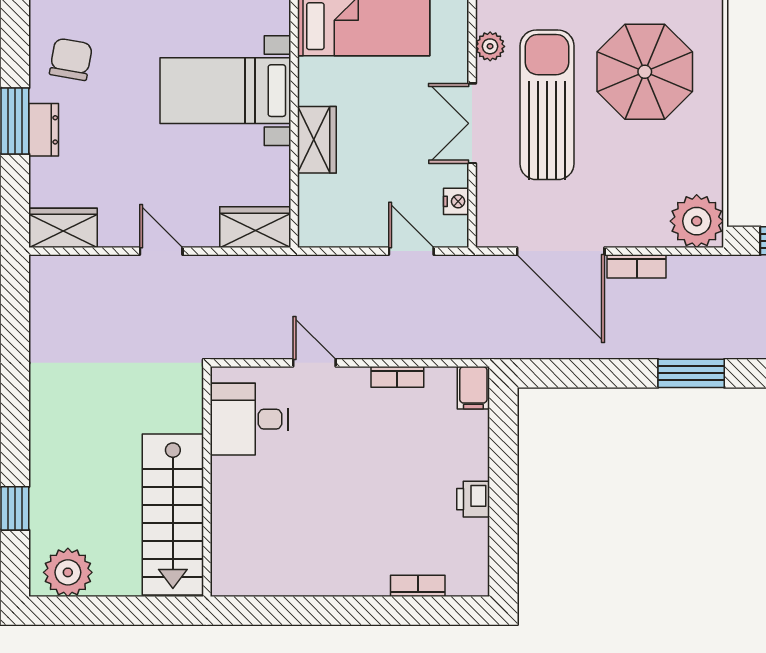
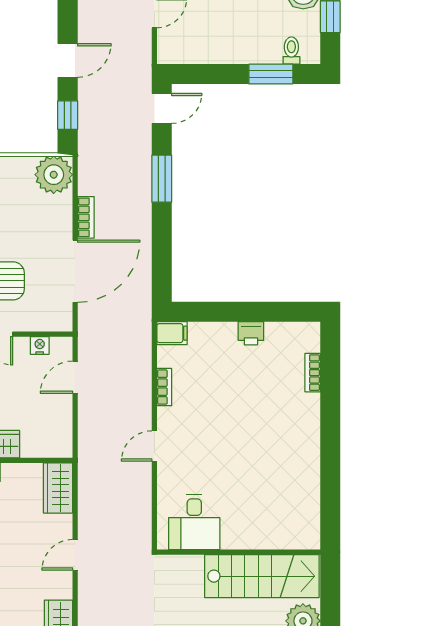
desk: (249, 419) -> (194, 522), moved
wall: (207, 482) -> (239, 552), moved
stairs: (173, 515) -> (262, 576), moved

